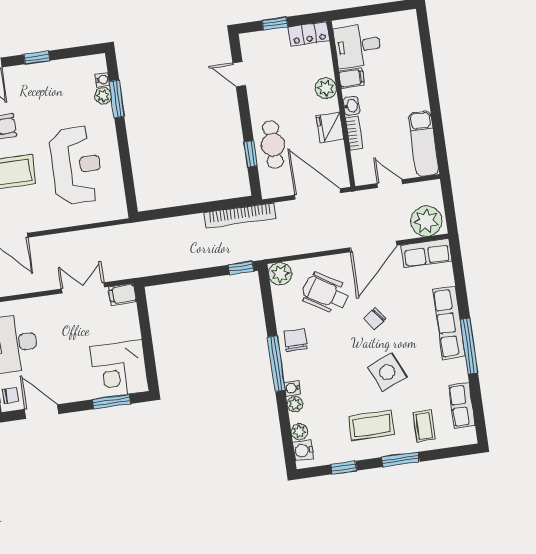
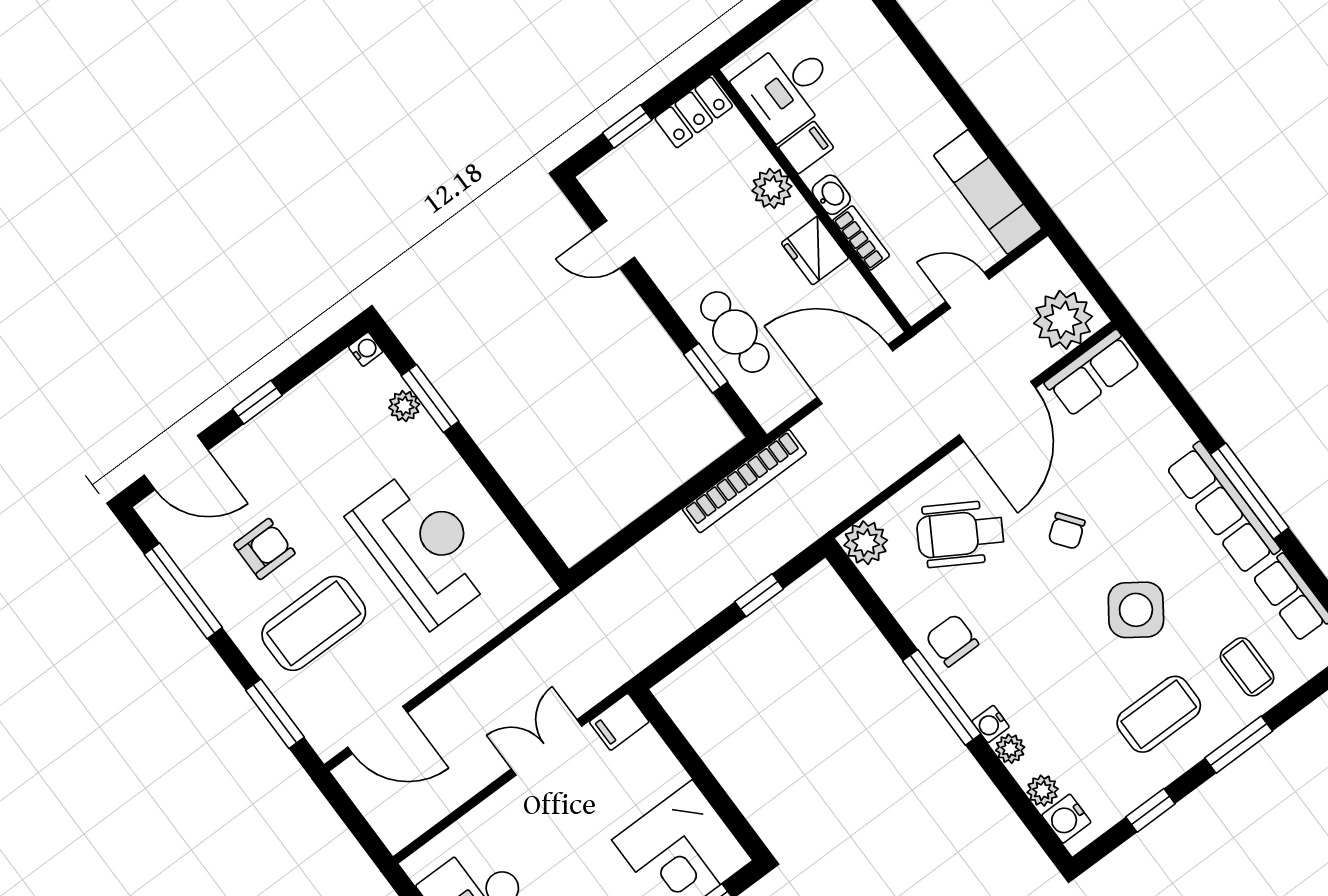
water cooler: (102, 80) -> (366, 349), moved
window: (241, 268) -> (759, 595), moved
row of seats: (449, 323) -> (1223, 508), moved
side table: (387, 372) -> (1136, 610), turned -32

